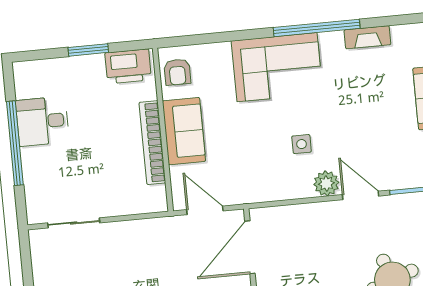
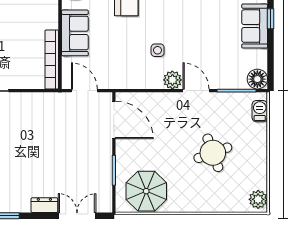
bookcase: (152, 143) -> (52, 60), moved
door: (250, 247) -> (114, 120), swing flipped

